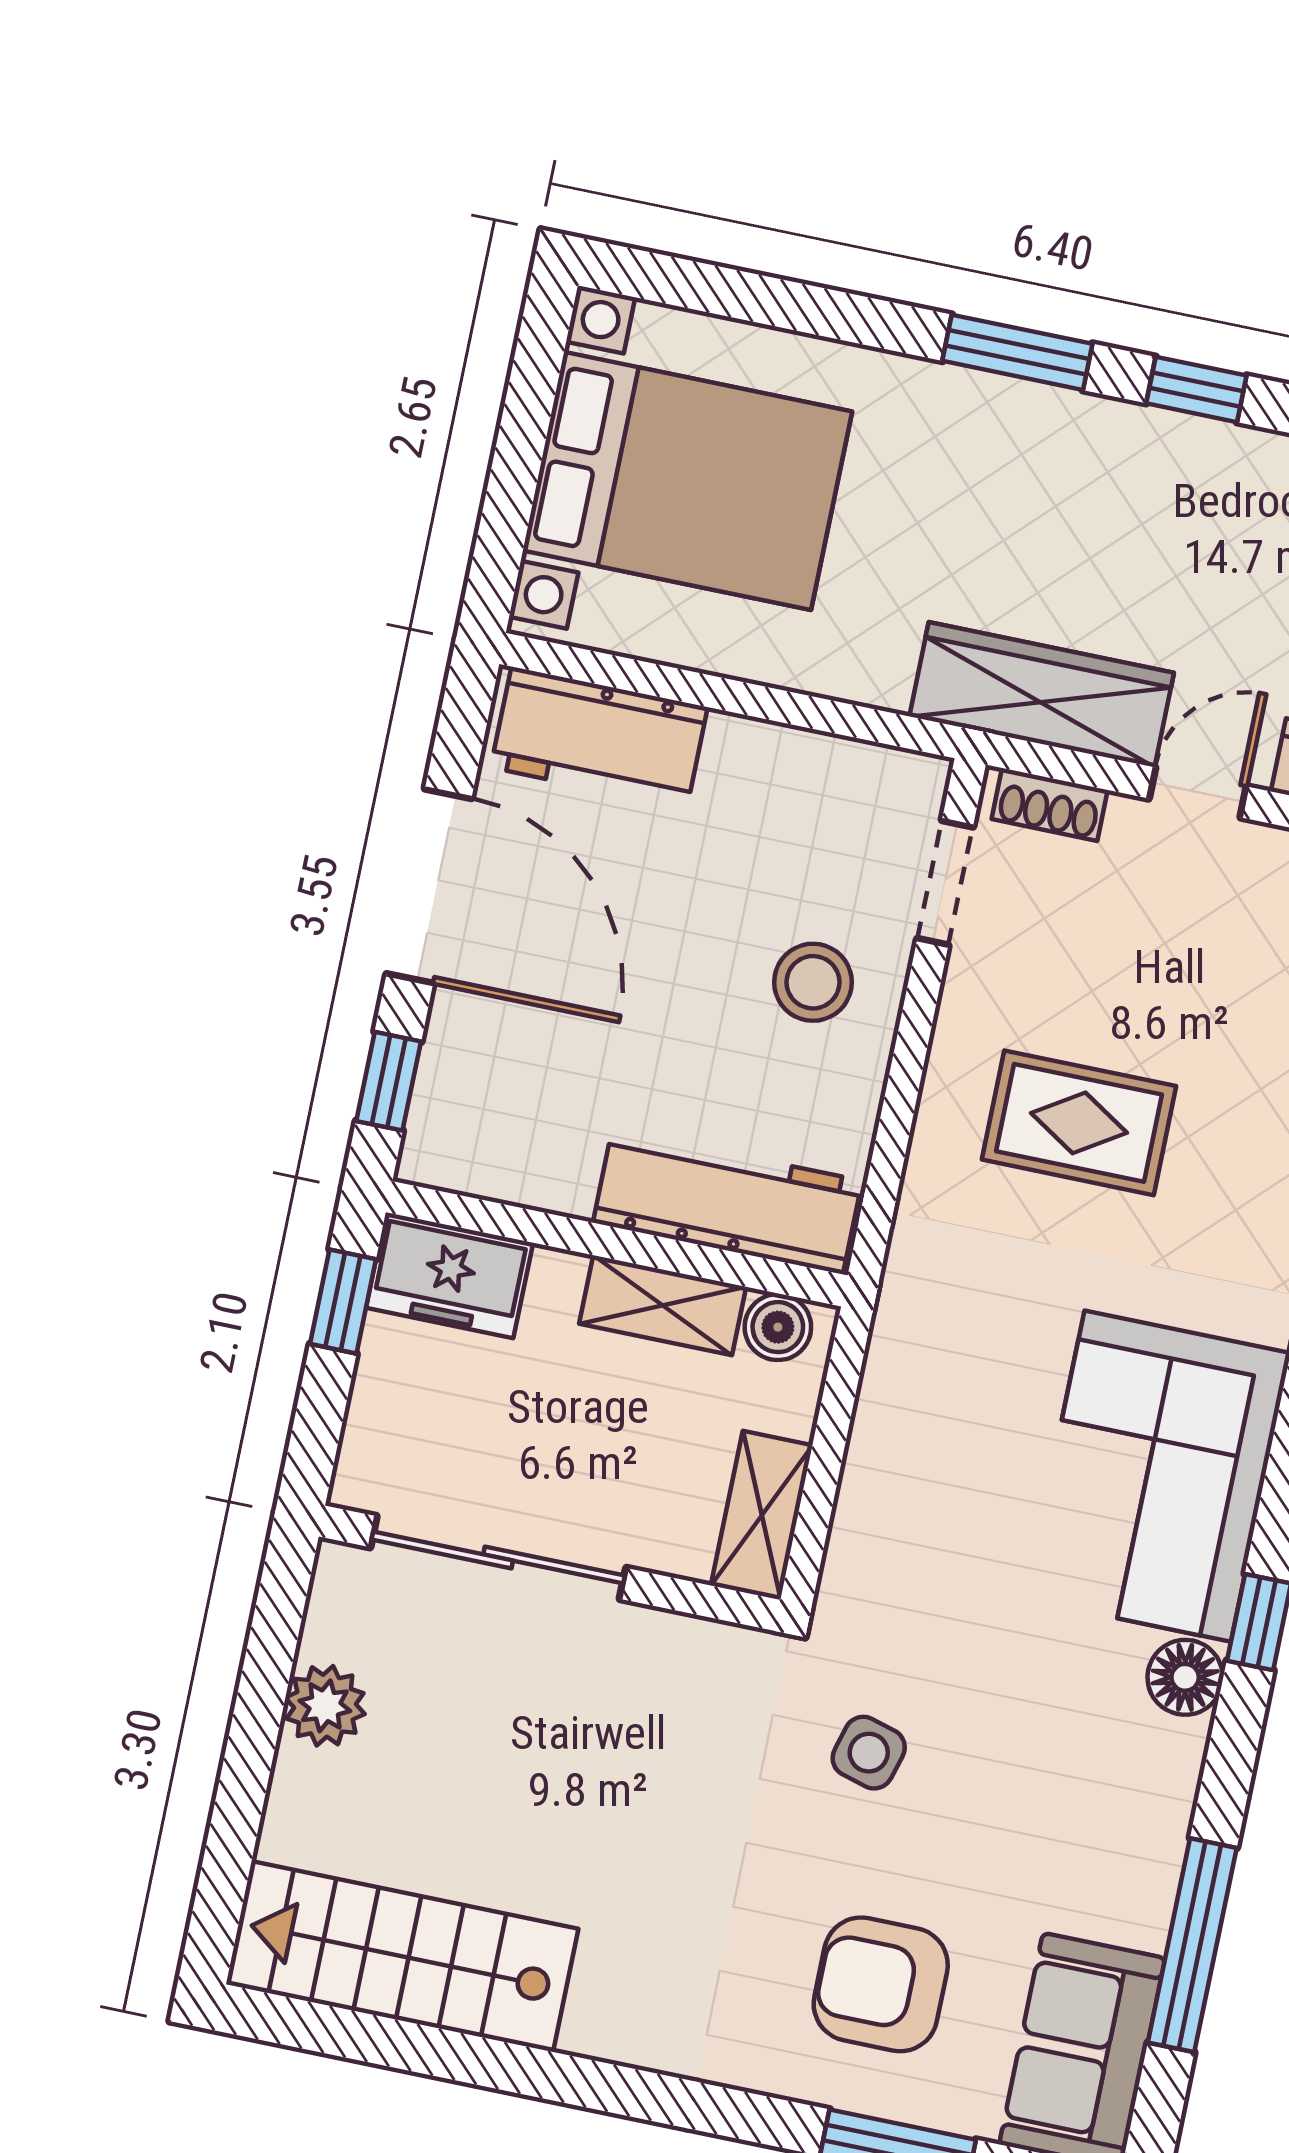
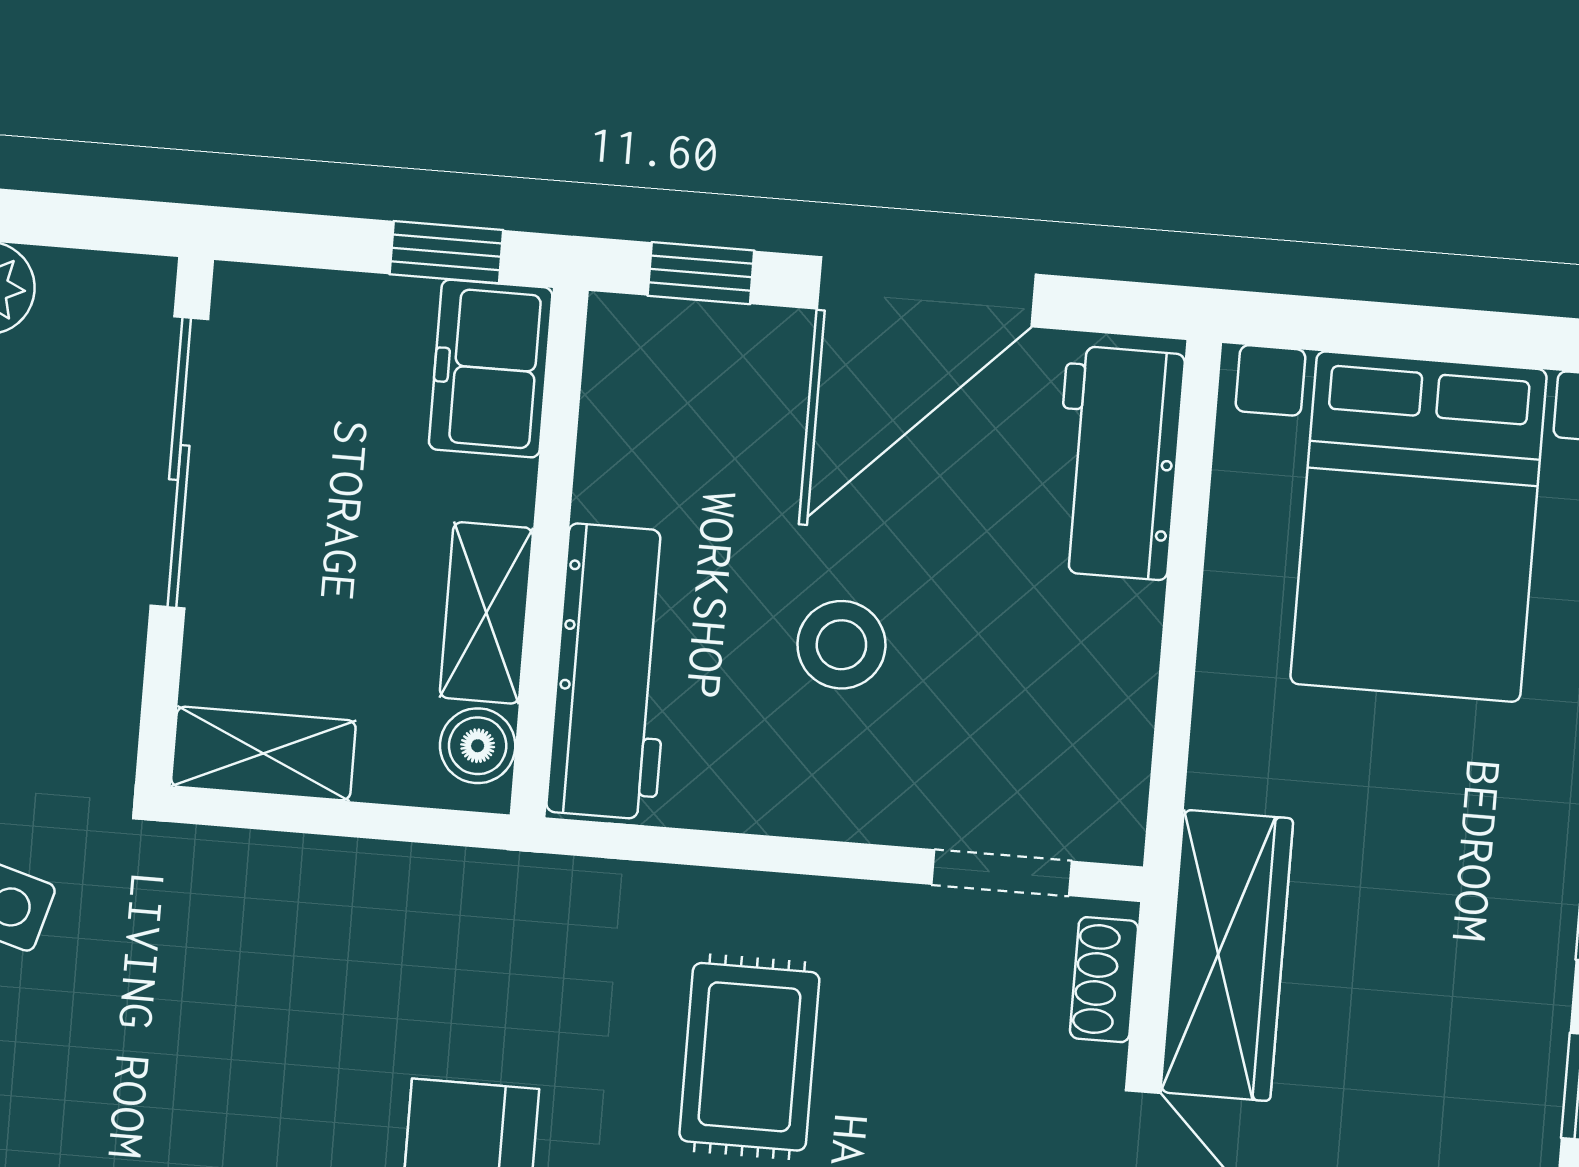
stool: (813, 982) -> (841, 645), moved

